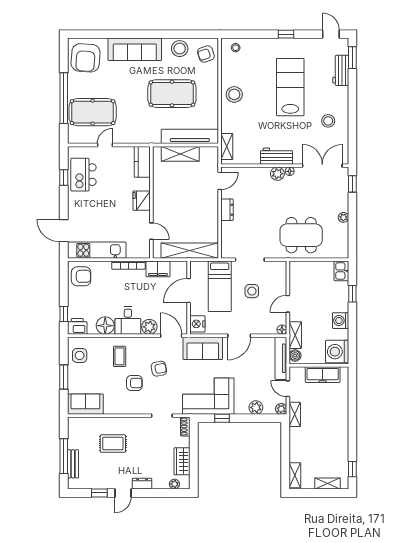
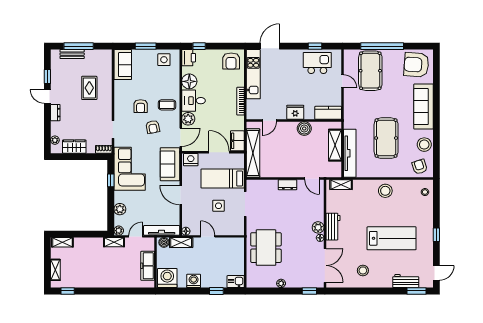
boiler: (161, 190) -> (304, 129), added
filing cabinet: (158, 269) -> (237, 141), moved
coffee table: (120, 356) -> (167, 105), moved

